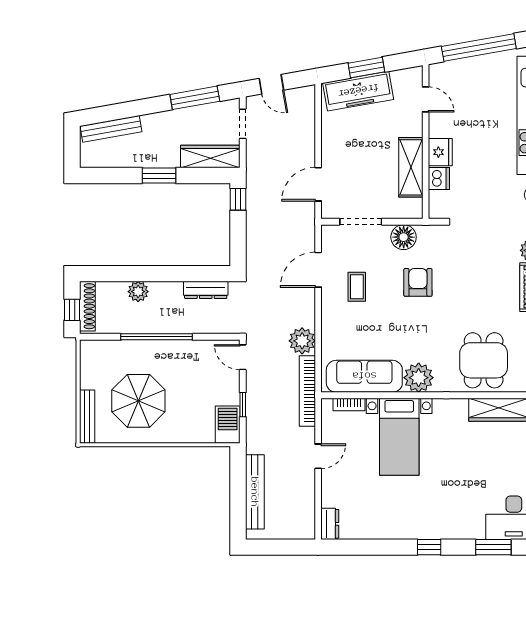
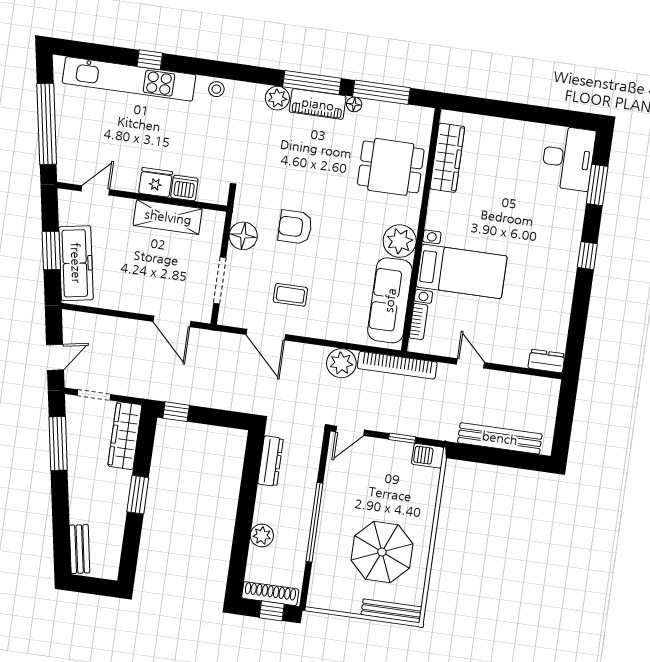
bench: (111, 129) -> (80, 549), width x0.73
barbecue: (228, 425) -> (428, 456), width x0.73, depth x0.79

